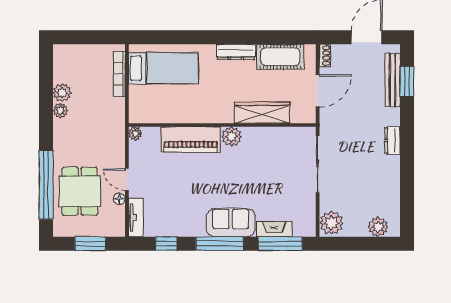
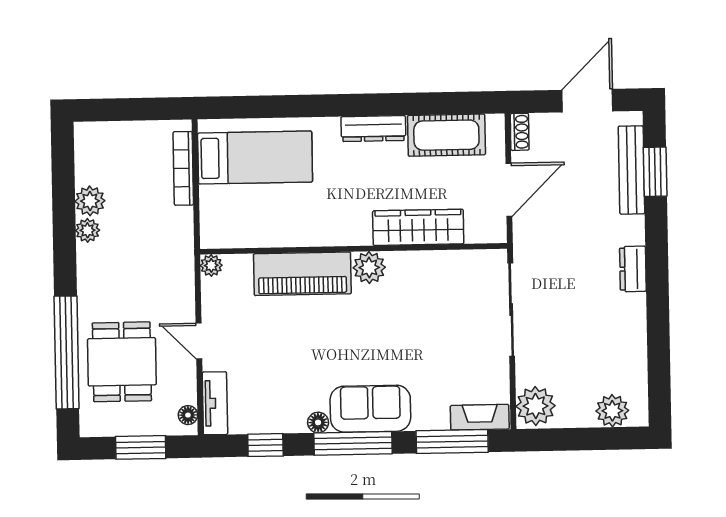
floor lamp: (119, 199) -> (188, 415), moved
fireplace: (274, 229) -> (480, 417), moved
floor lamp: (199, 230) -> (318, 422), added

